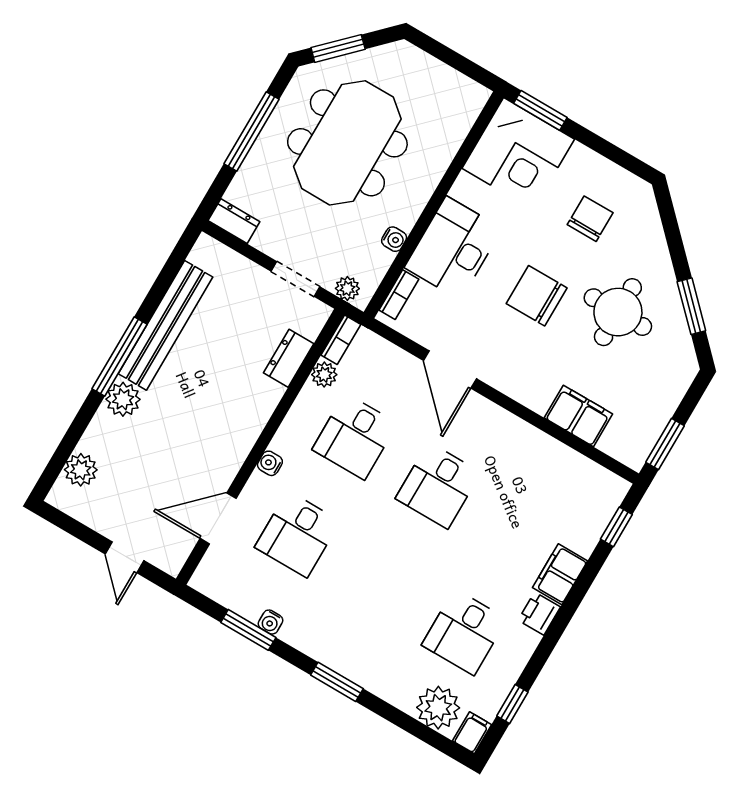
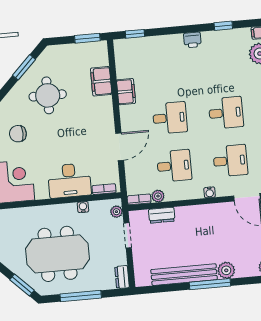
chair: (537, 296) -> (65, 133), removed
filing cabinet: (560, 574) -> (126, 92), moved, turned -90
desk: (464, 632) -> (226, 113), moved
window: (512, 704) -> (223, 26), moved

